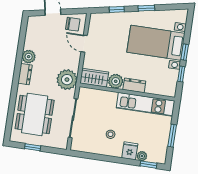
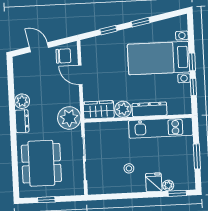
dresser: (134, 85) -> (150, 109), width x1.44

